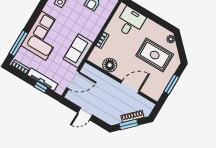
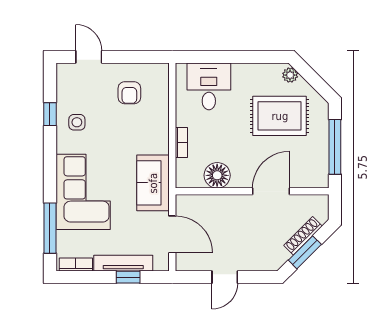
door: (73, 80) -> (172, 234), hinge flipped
window: (172, 84) -> (335, 147), width x1.44

